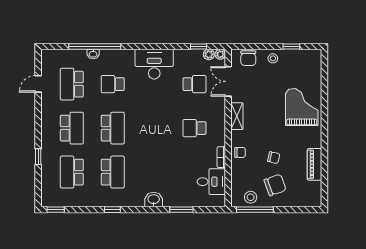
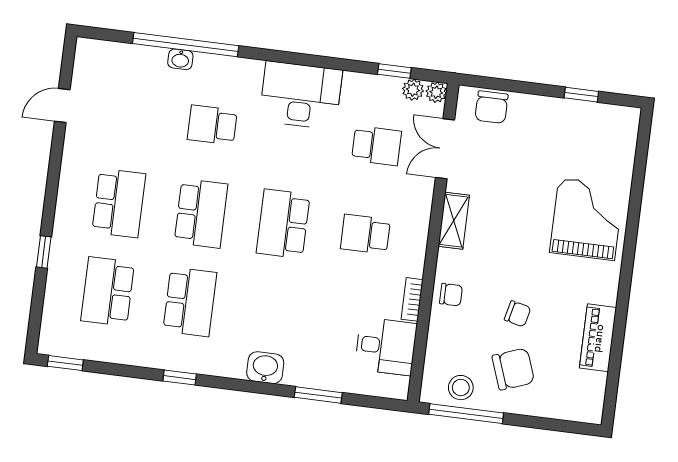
stool: (273, 58) -> (541, 114), removed
school desk: (72, 84) -> (283, 224), moved

